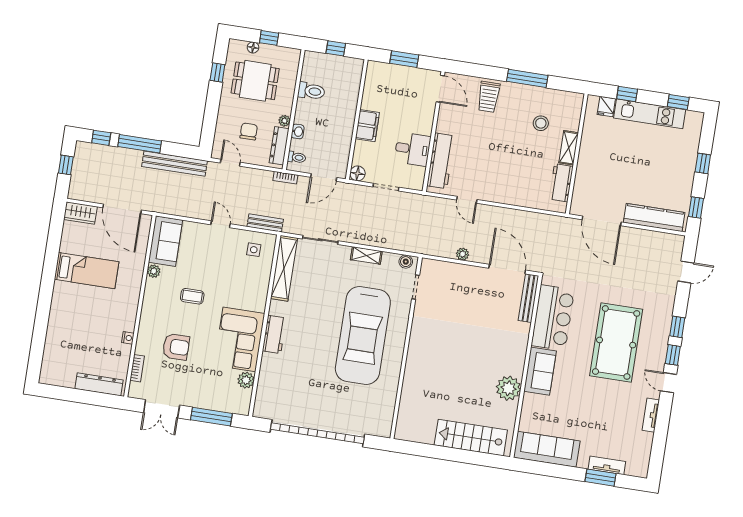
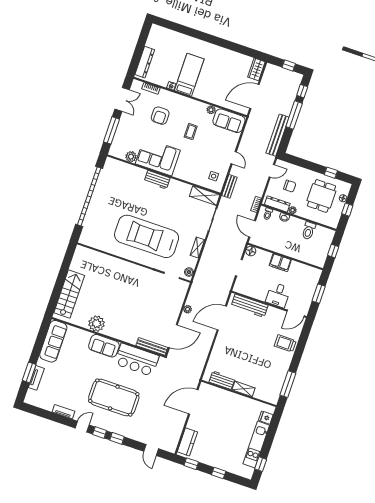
window: (527, 78) -> (288, 384), moved
window: (627, 94) -> (271, 432), removed
stool: (541, 123) -> (262, 374), removed
desk: (413, 149) -> (278, 295), moved
door: (467, 200) -> (222, 318), width x1.87
kitchen counter: (654, 218) -> (187, 442), width x0.67
door: (221, 224) -> (234, 158), hinge flipped
shelving: (284, 268) -> (205, 196), width x0.68
bed: (87, 271) -> (189, 75), moved, turned 180
double door: (162, 409) -> (122, 99), swing flipped

